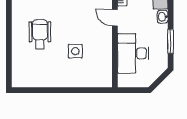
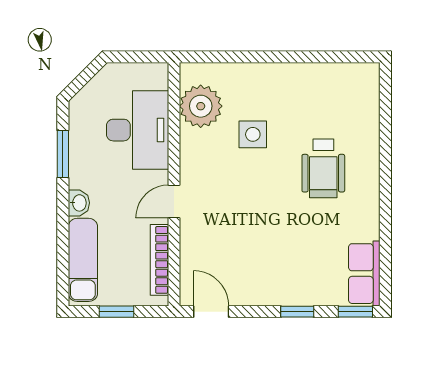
door: (115, 18) -> (174, 201), swing flipped
plant: (101, 65) -> (201, 106), added

